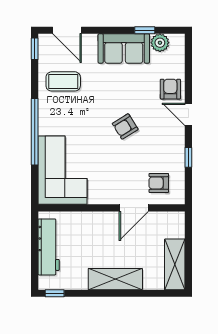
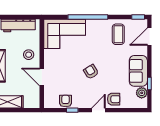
armchair: (159, 183) -> (66, 101), moved
stool: (97, 230) -> (29, 55), added

